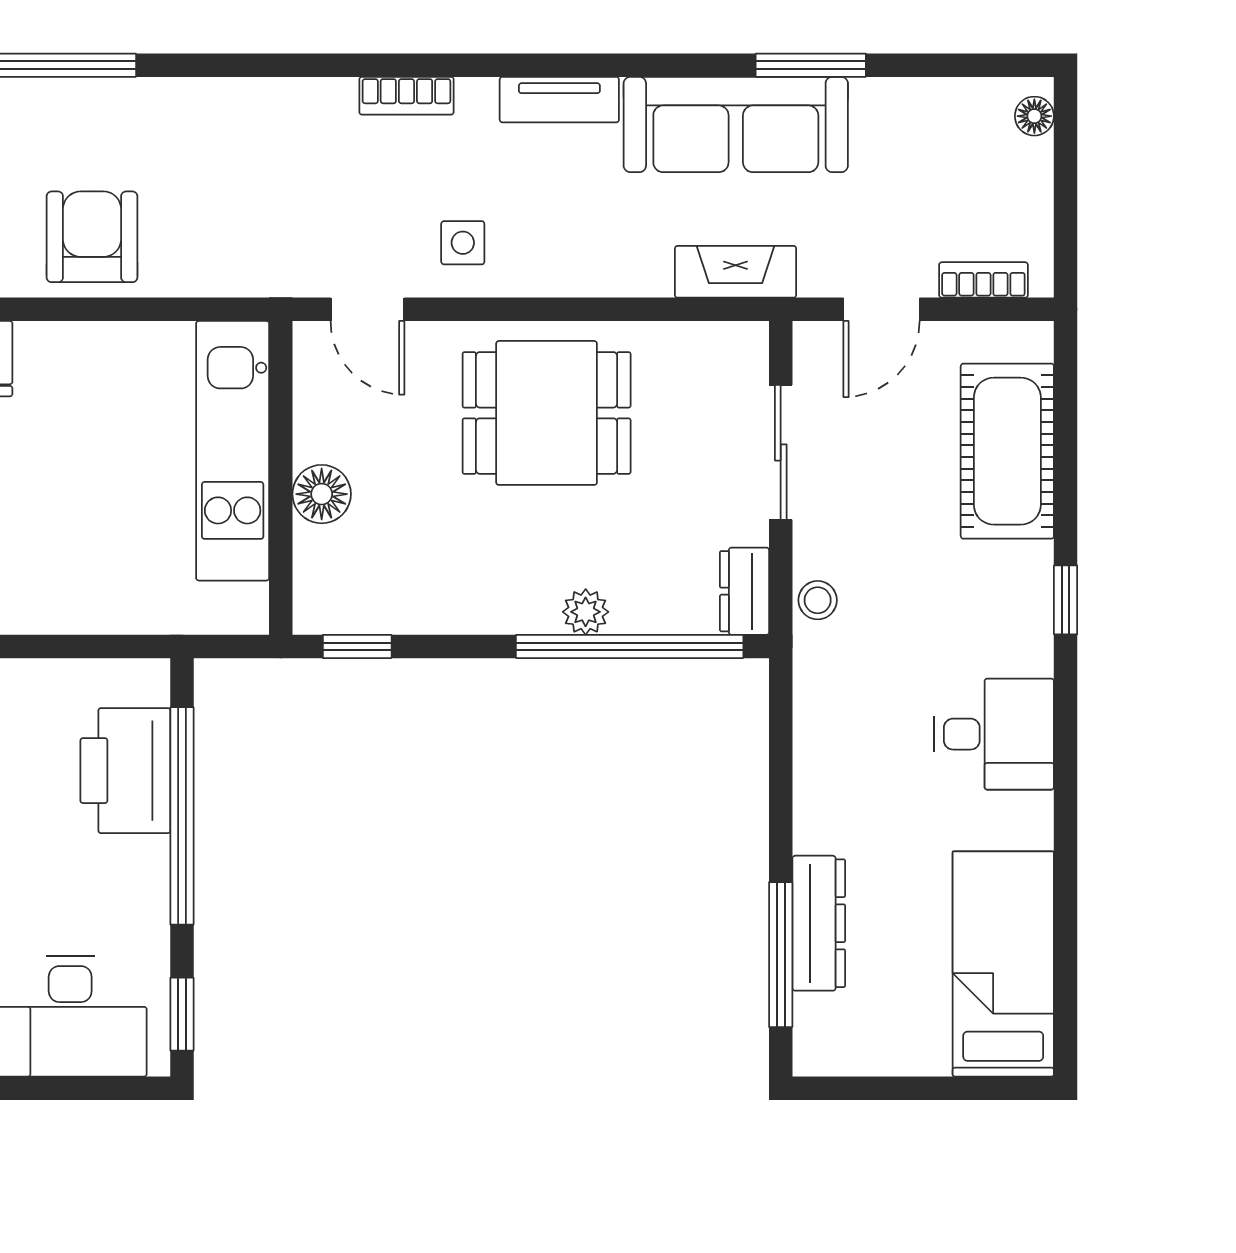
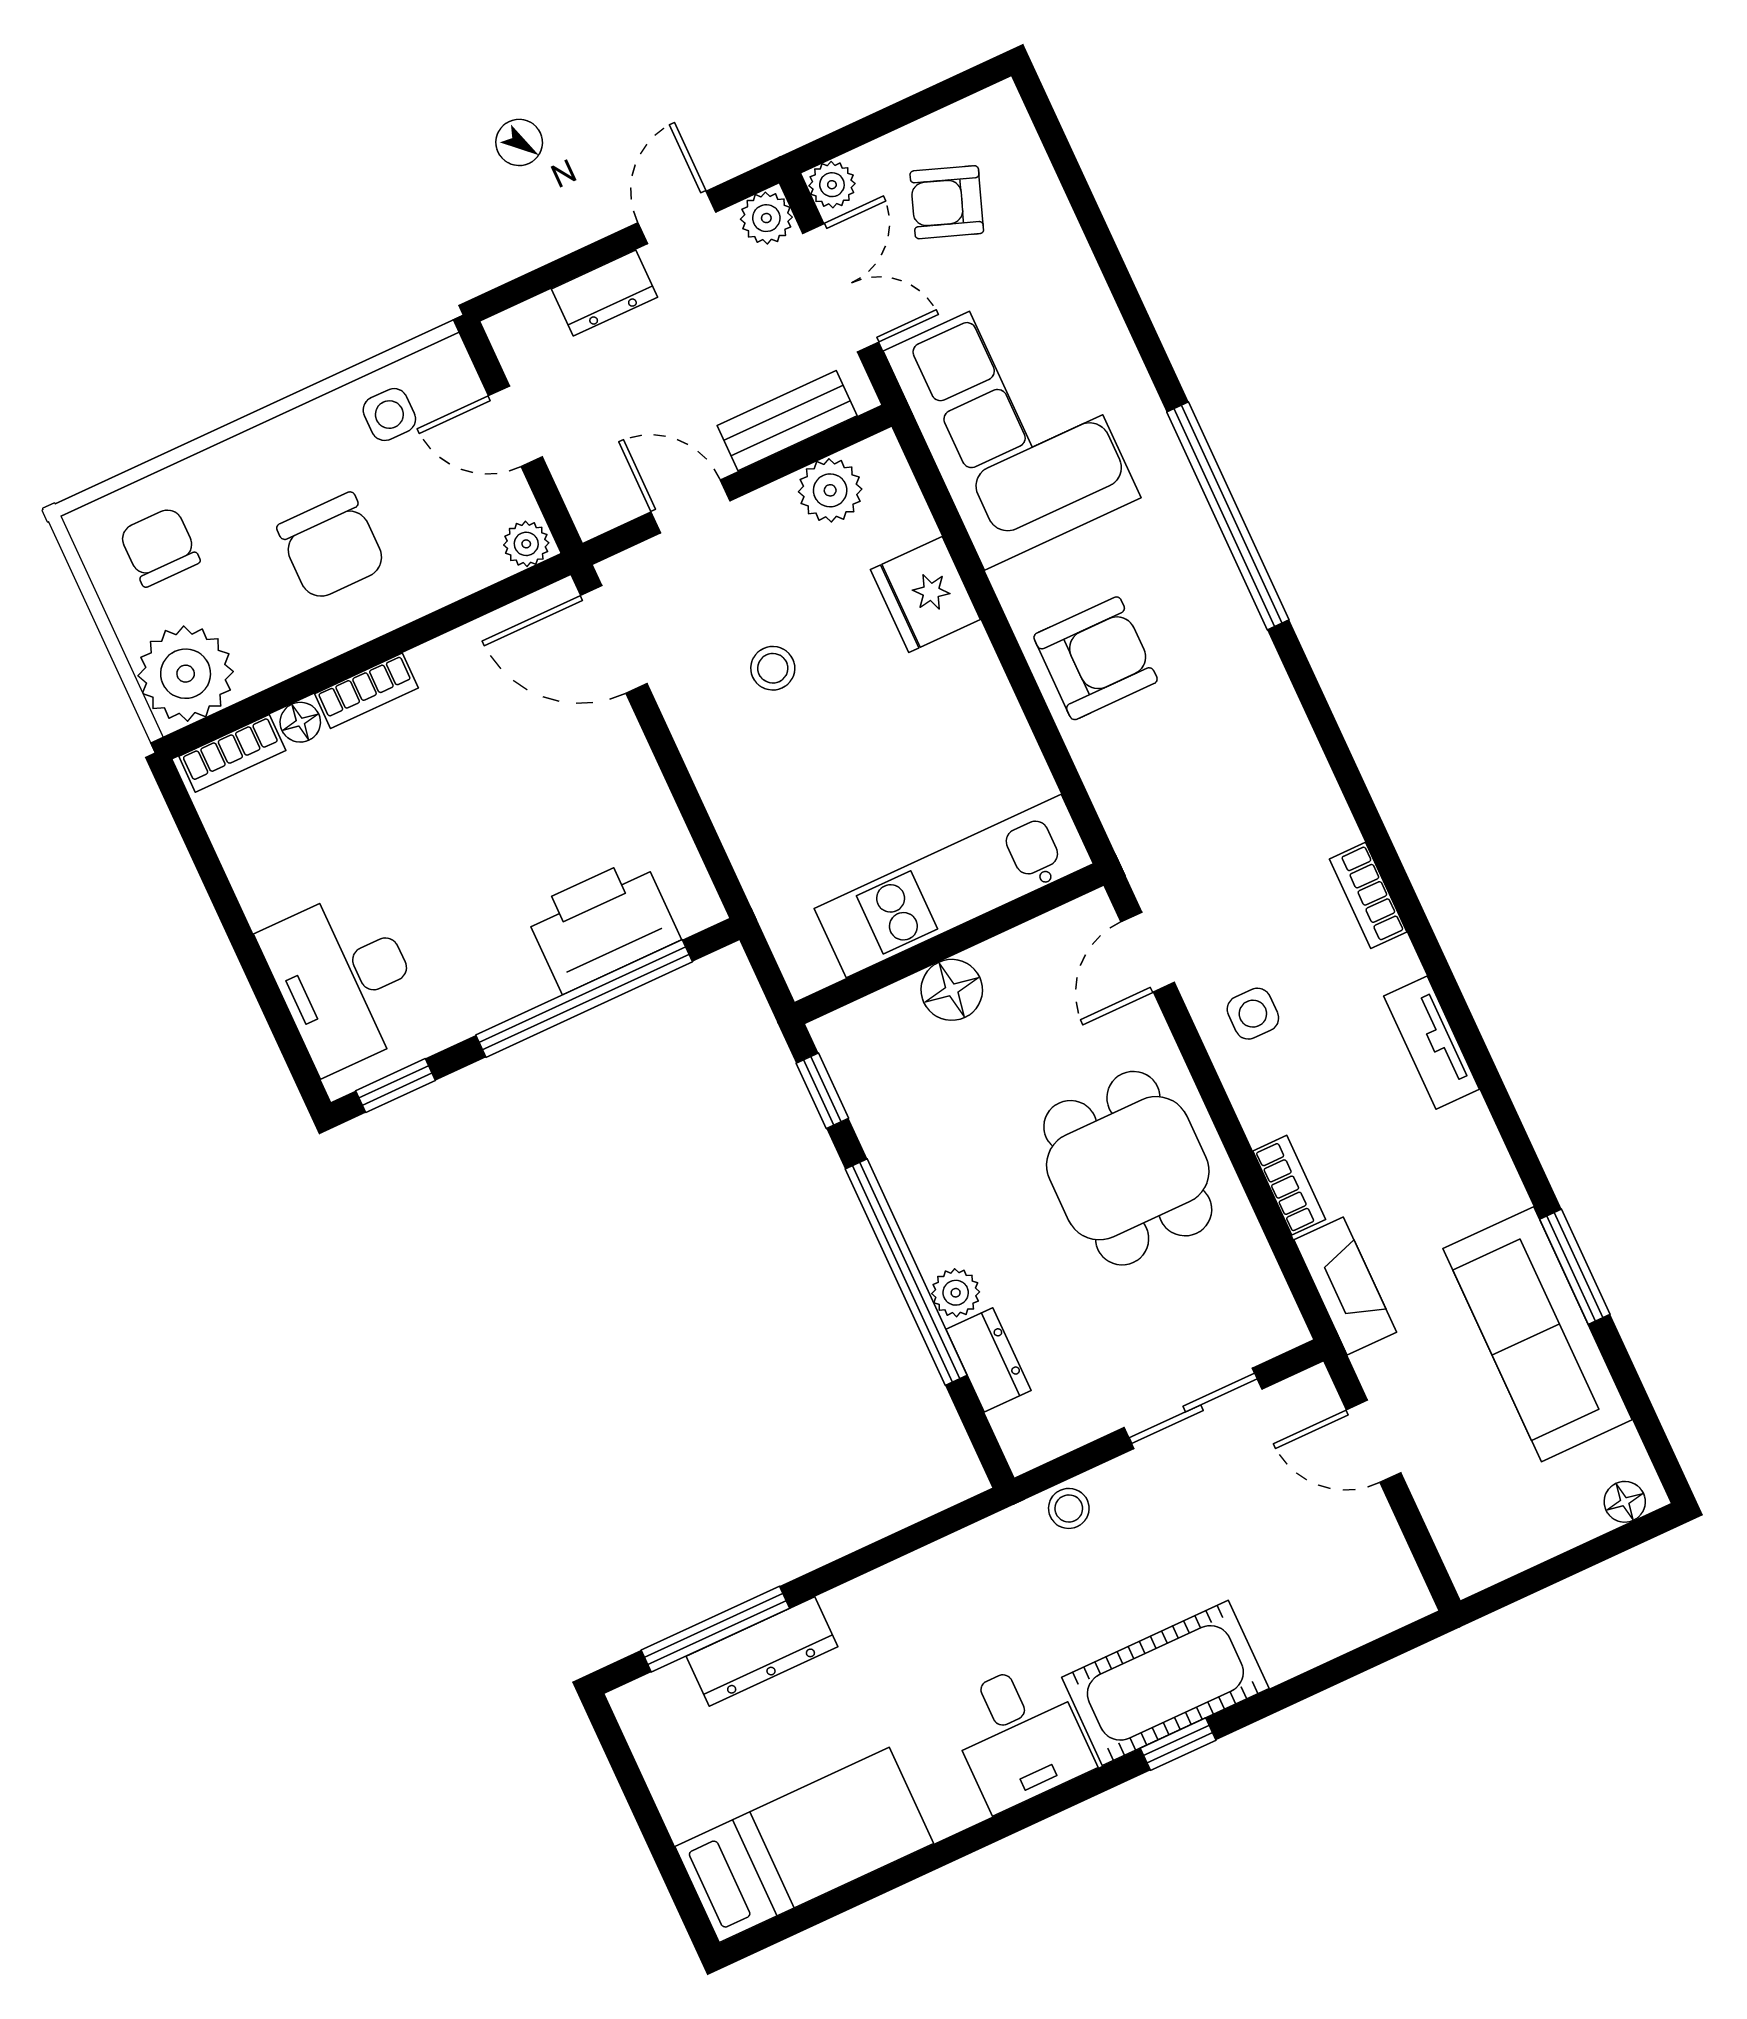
sofa: (736, 125) -> (1538, 1334), moved
bookcase: (983, 280) -> (1289, 1185), moved
cot: (1007, 451) -> (1165, 1683), moved
dresser: (745, 591) -> (988, 1360), moved, turned 90
window: (630, 646) -> (906, 1272), moved

